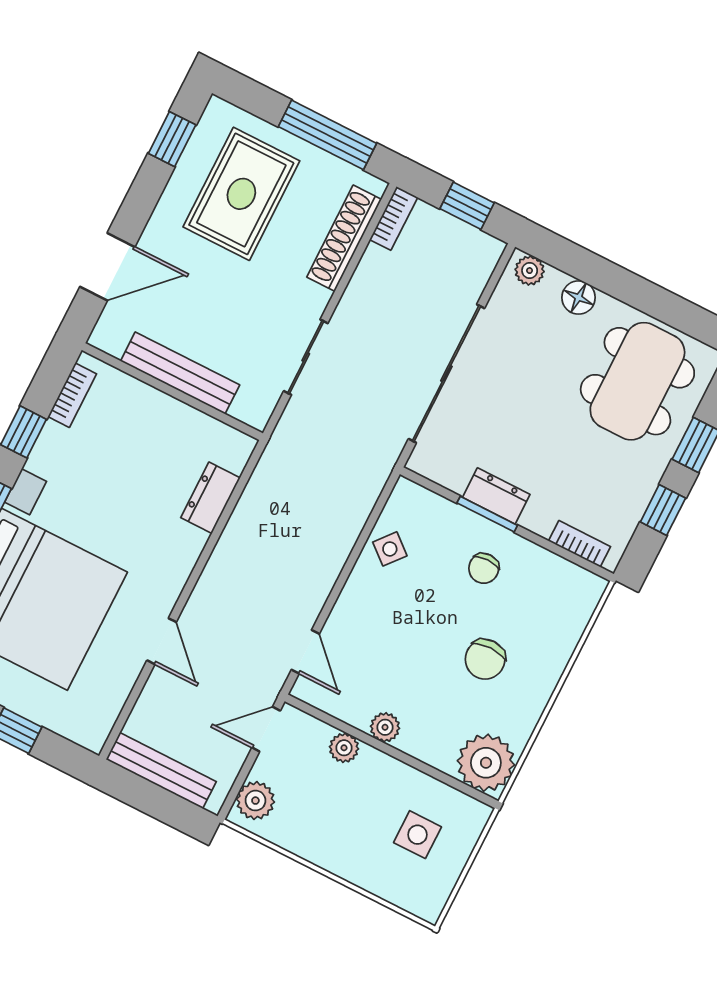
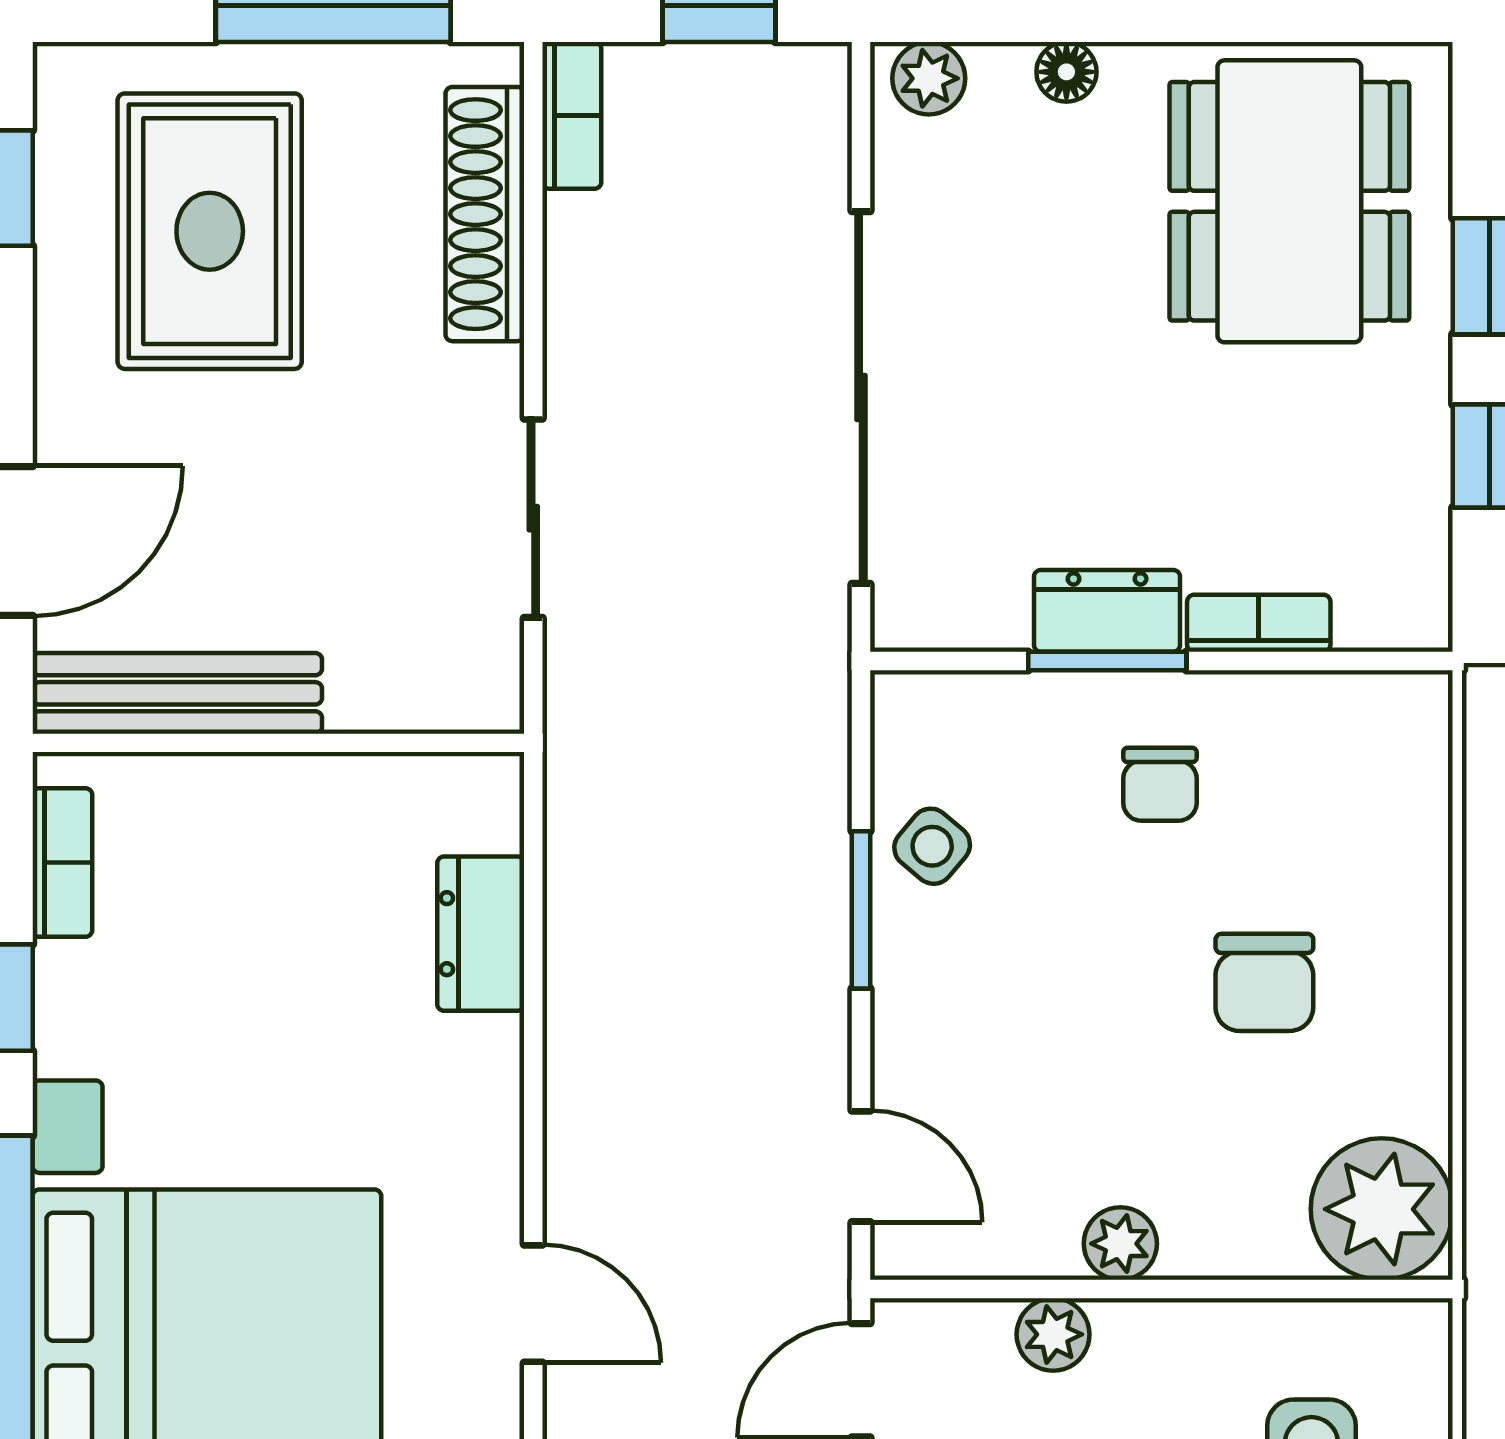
floor lamp: (579, 298) -> (1066, 72), width x0.73, depth x0.73
bench: (180, 373) -> (177, 693), moved
bookcase: (580, 544) -> (1259, 623), moved
window: (352, 559) -> (861, 910), added

